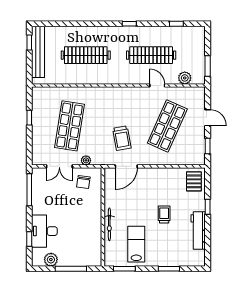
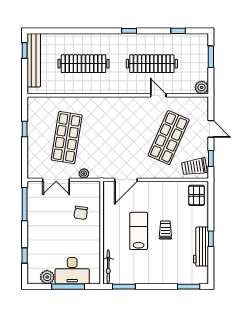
window: (208, 66) -> (211, 57), moved
plant: (185, 78) -> (202, 87), moved
trolley: (122, 138) -> (194, 167), moved, turned 91
chair: (83, 182) -> (81, 213), moved
window: (208, 207) -> (211, 239), moved
bicycle: (109, 224) -> (108, 267), moved
desk: (44, 231) -> (72, 271), moved, turned -90
lab bench: (136, 244) -> (139, 231), moved
window: (169, 269) -> (189, 287), moved

